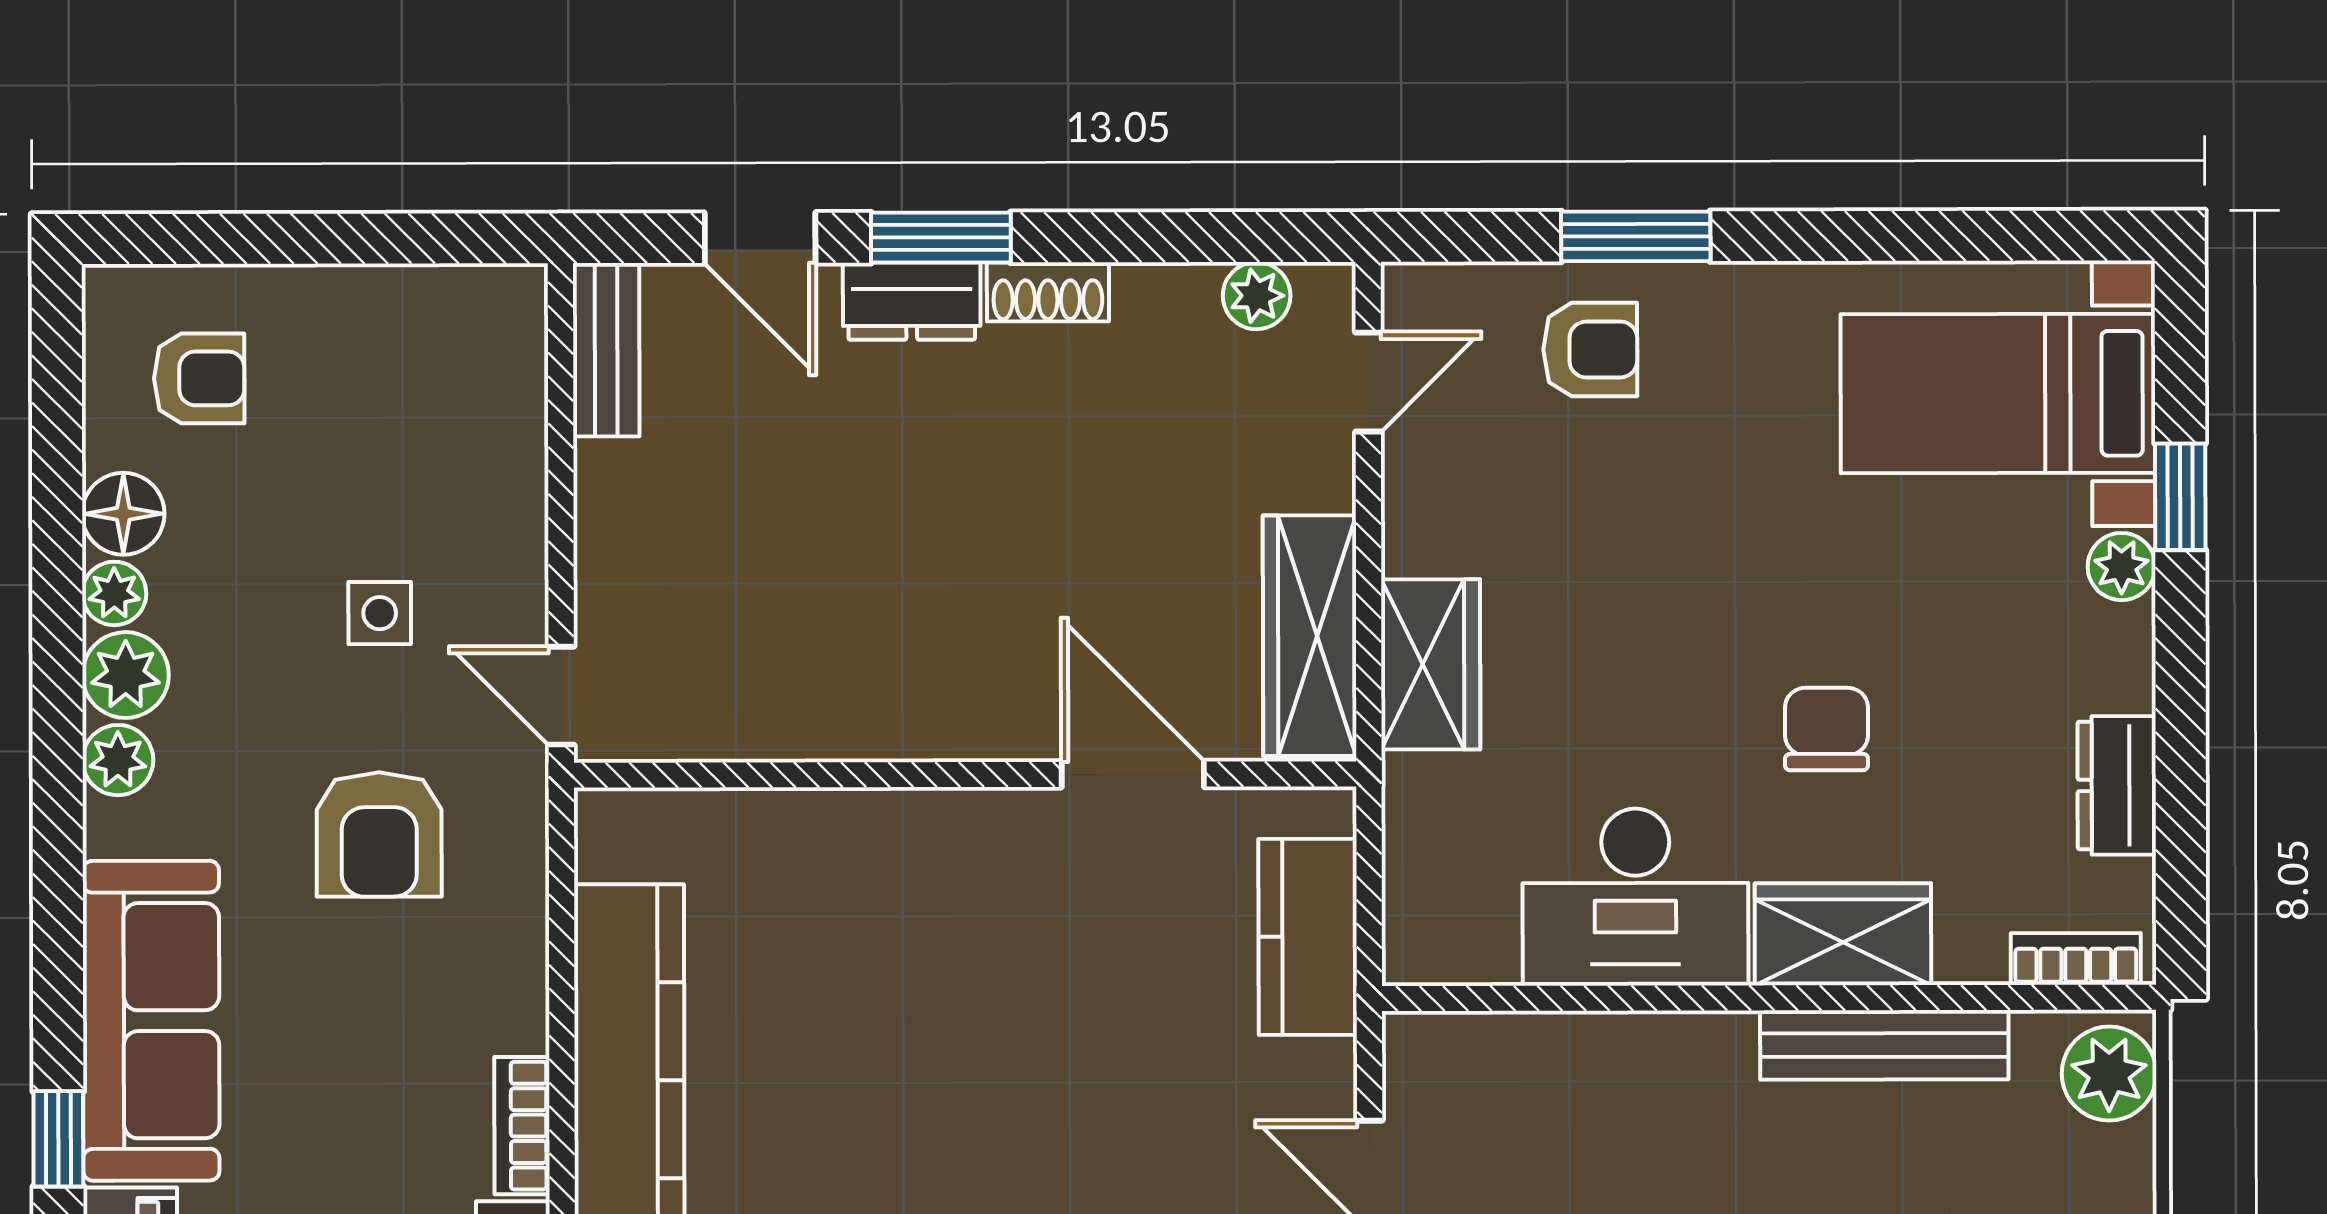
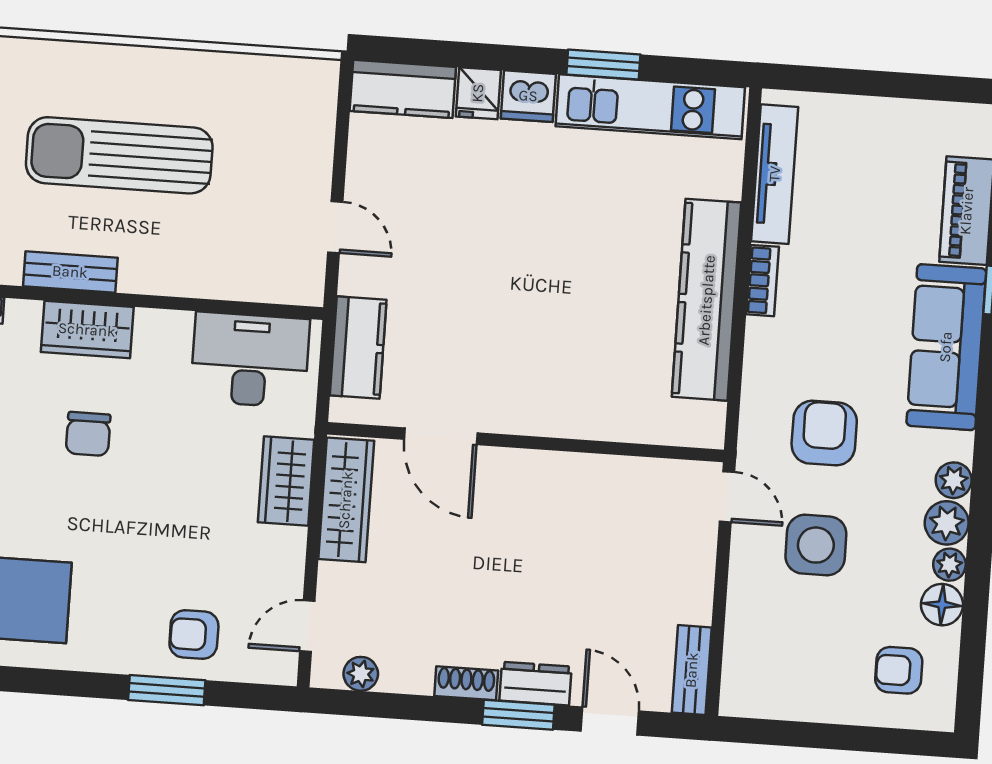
side table: (380, 613) -> (816, 545), width x1.87, depth x1.87
desk: (1635, 897) -> (250, 360), moved
bench: (1884, 1045) -> (70, 272), width x0.73

